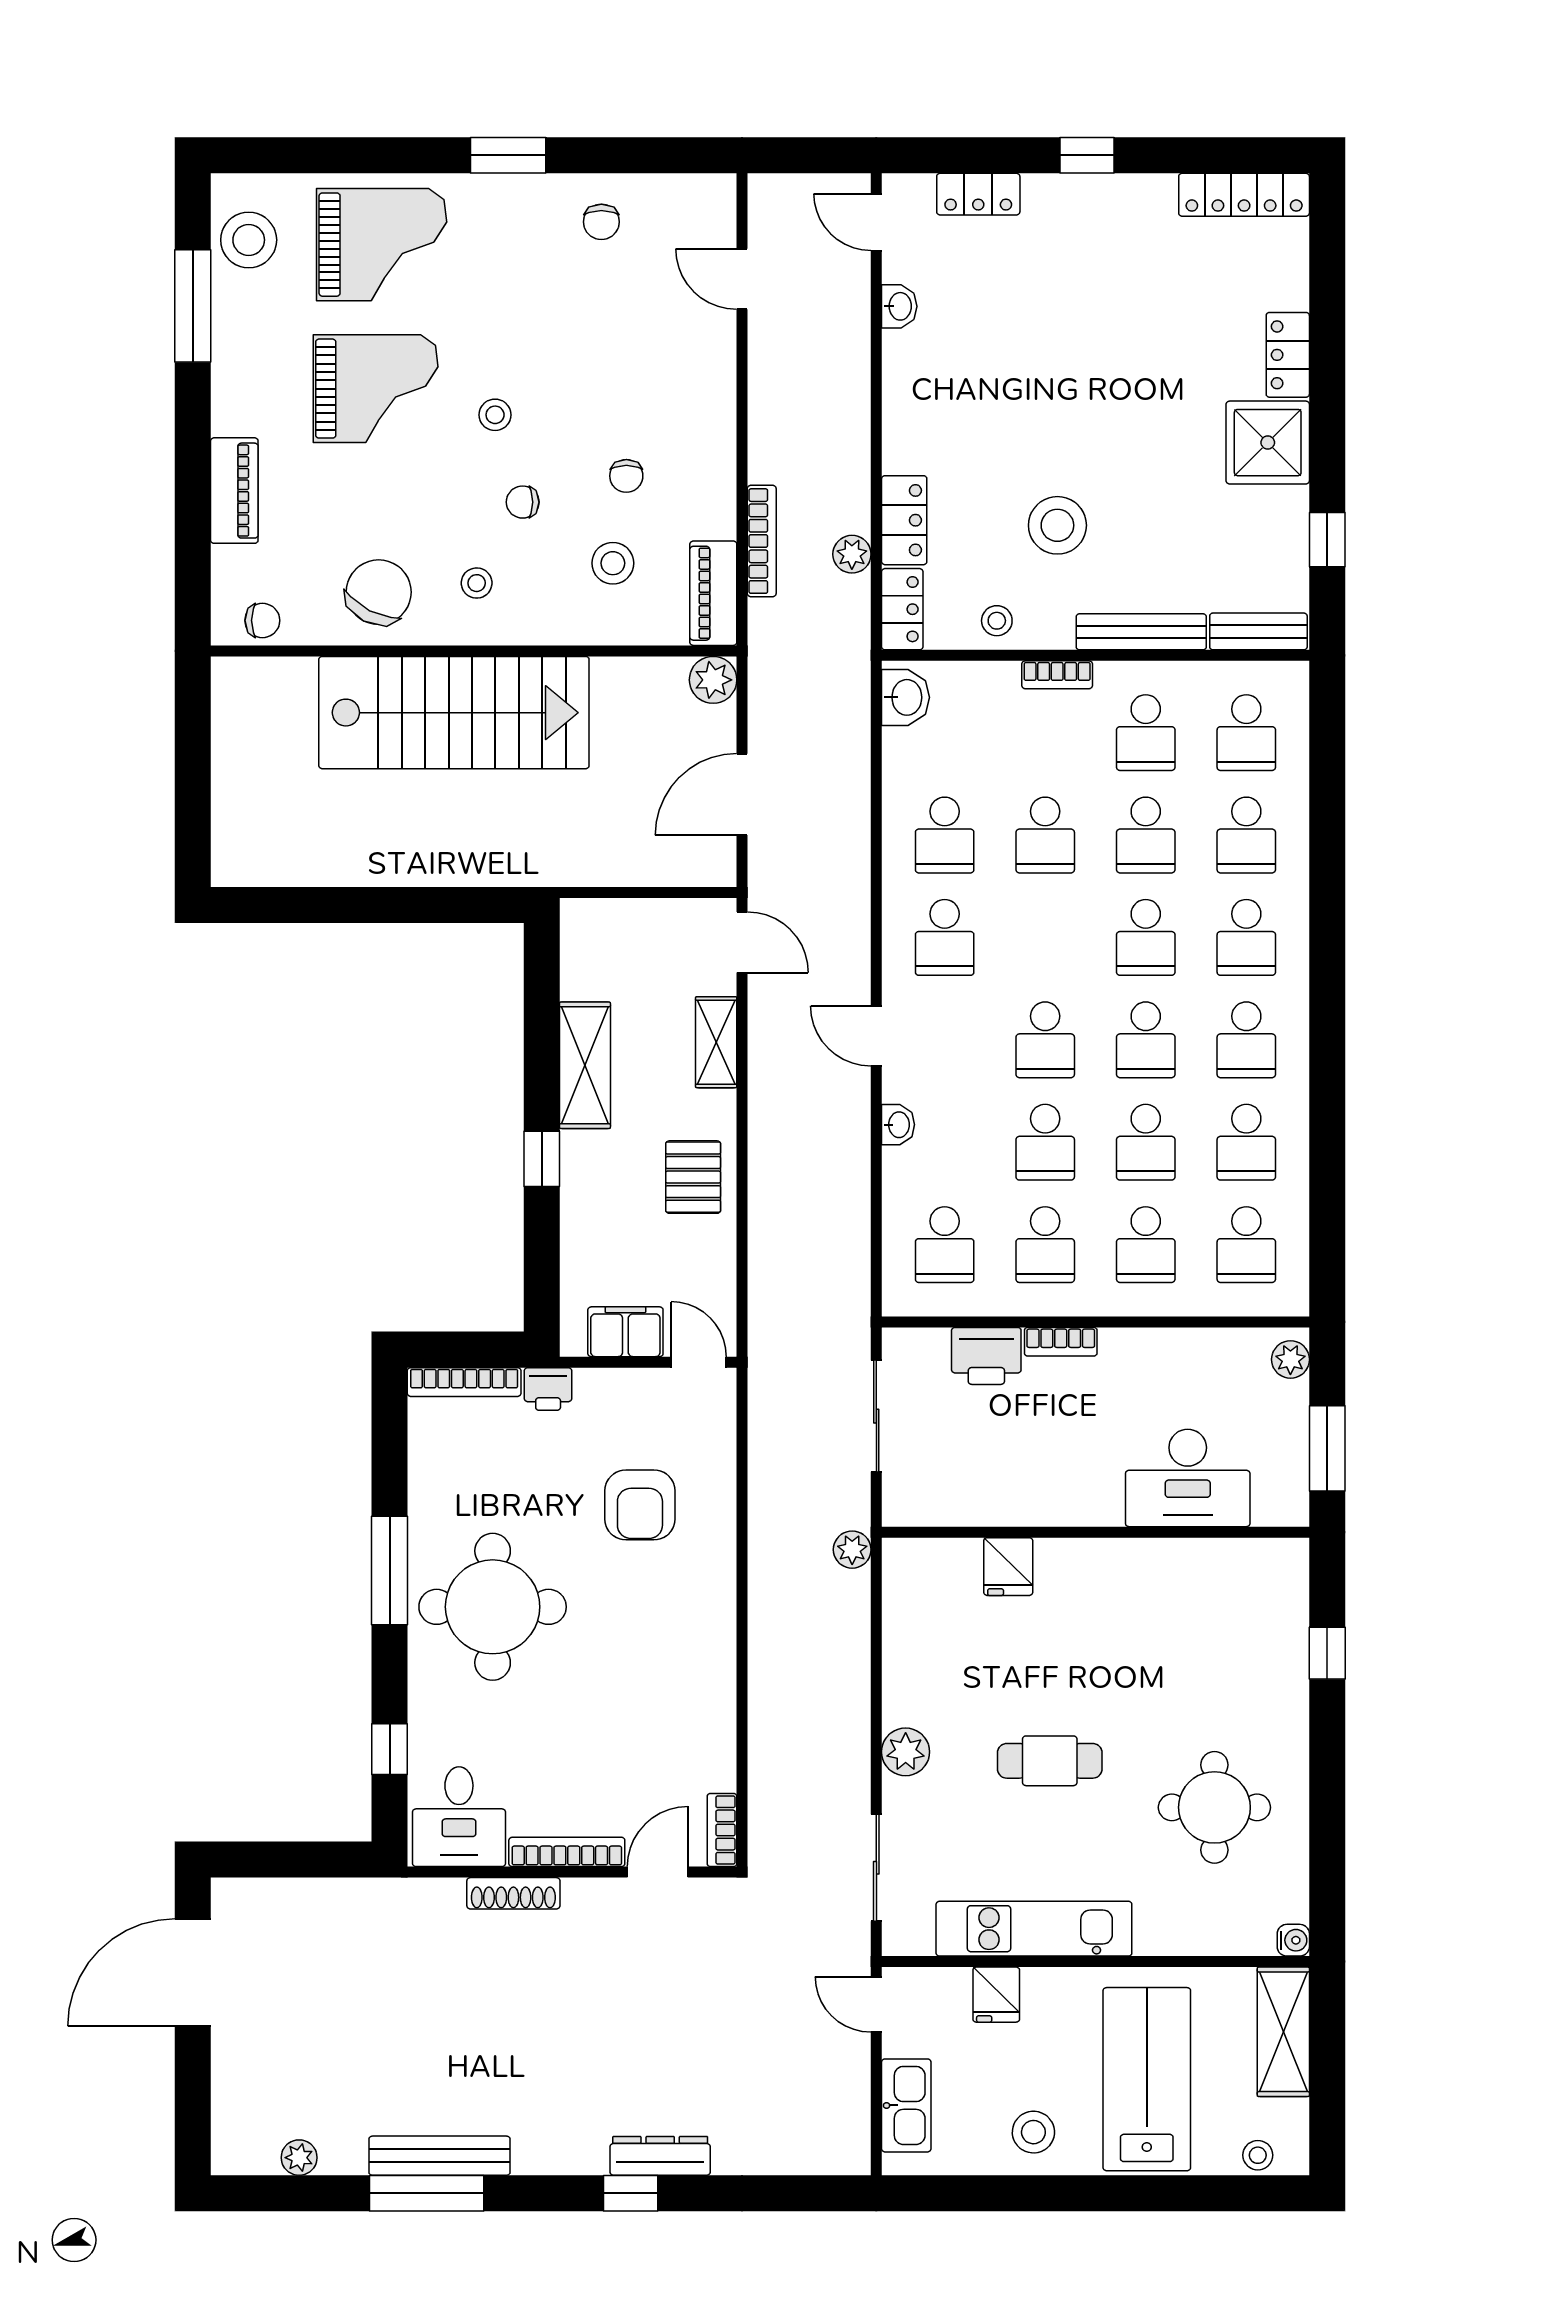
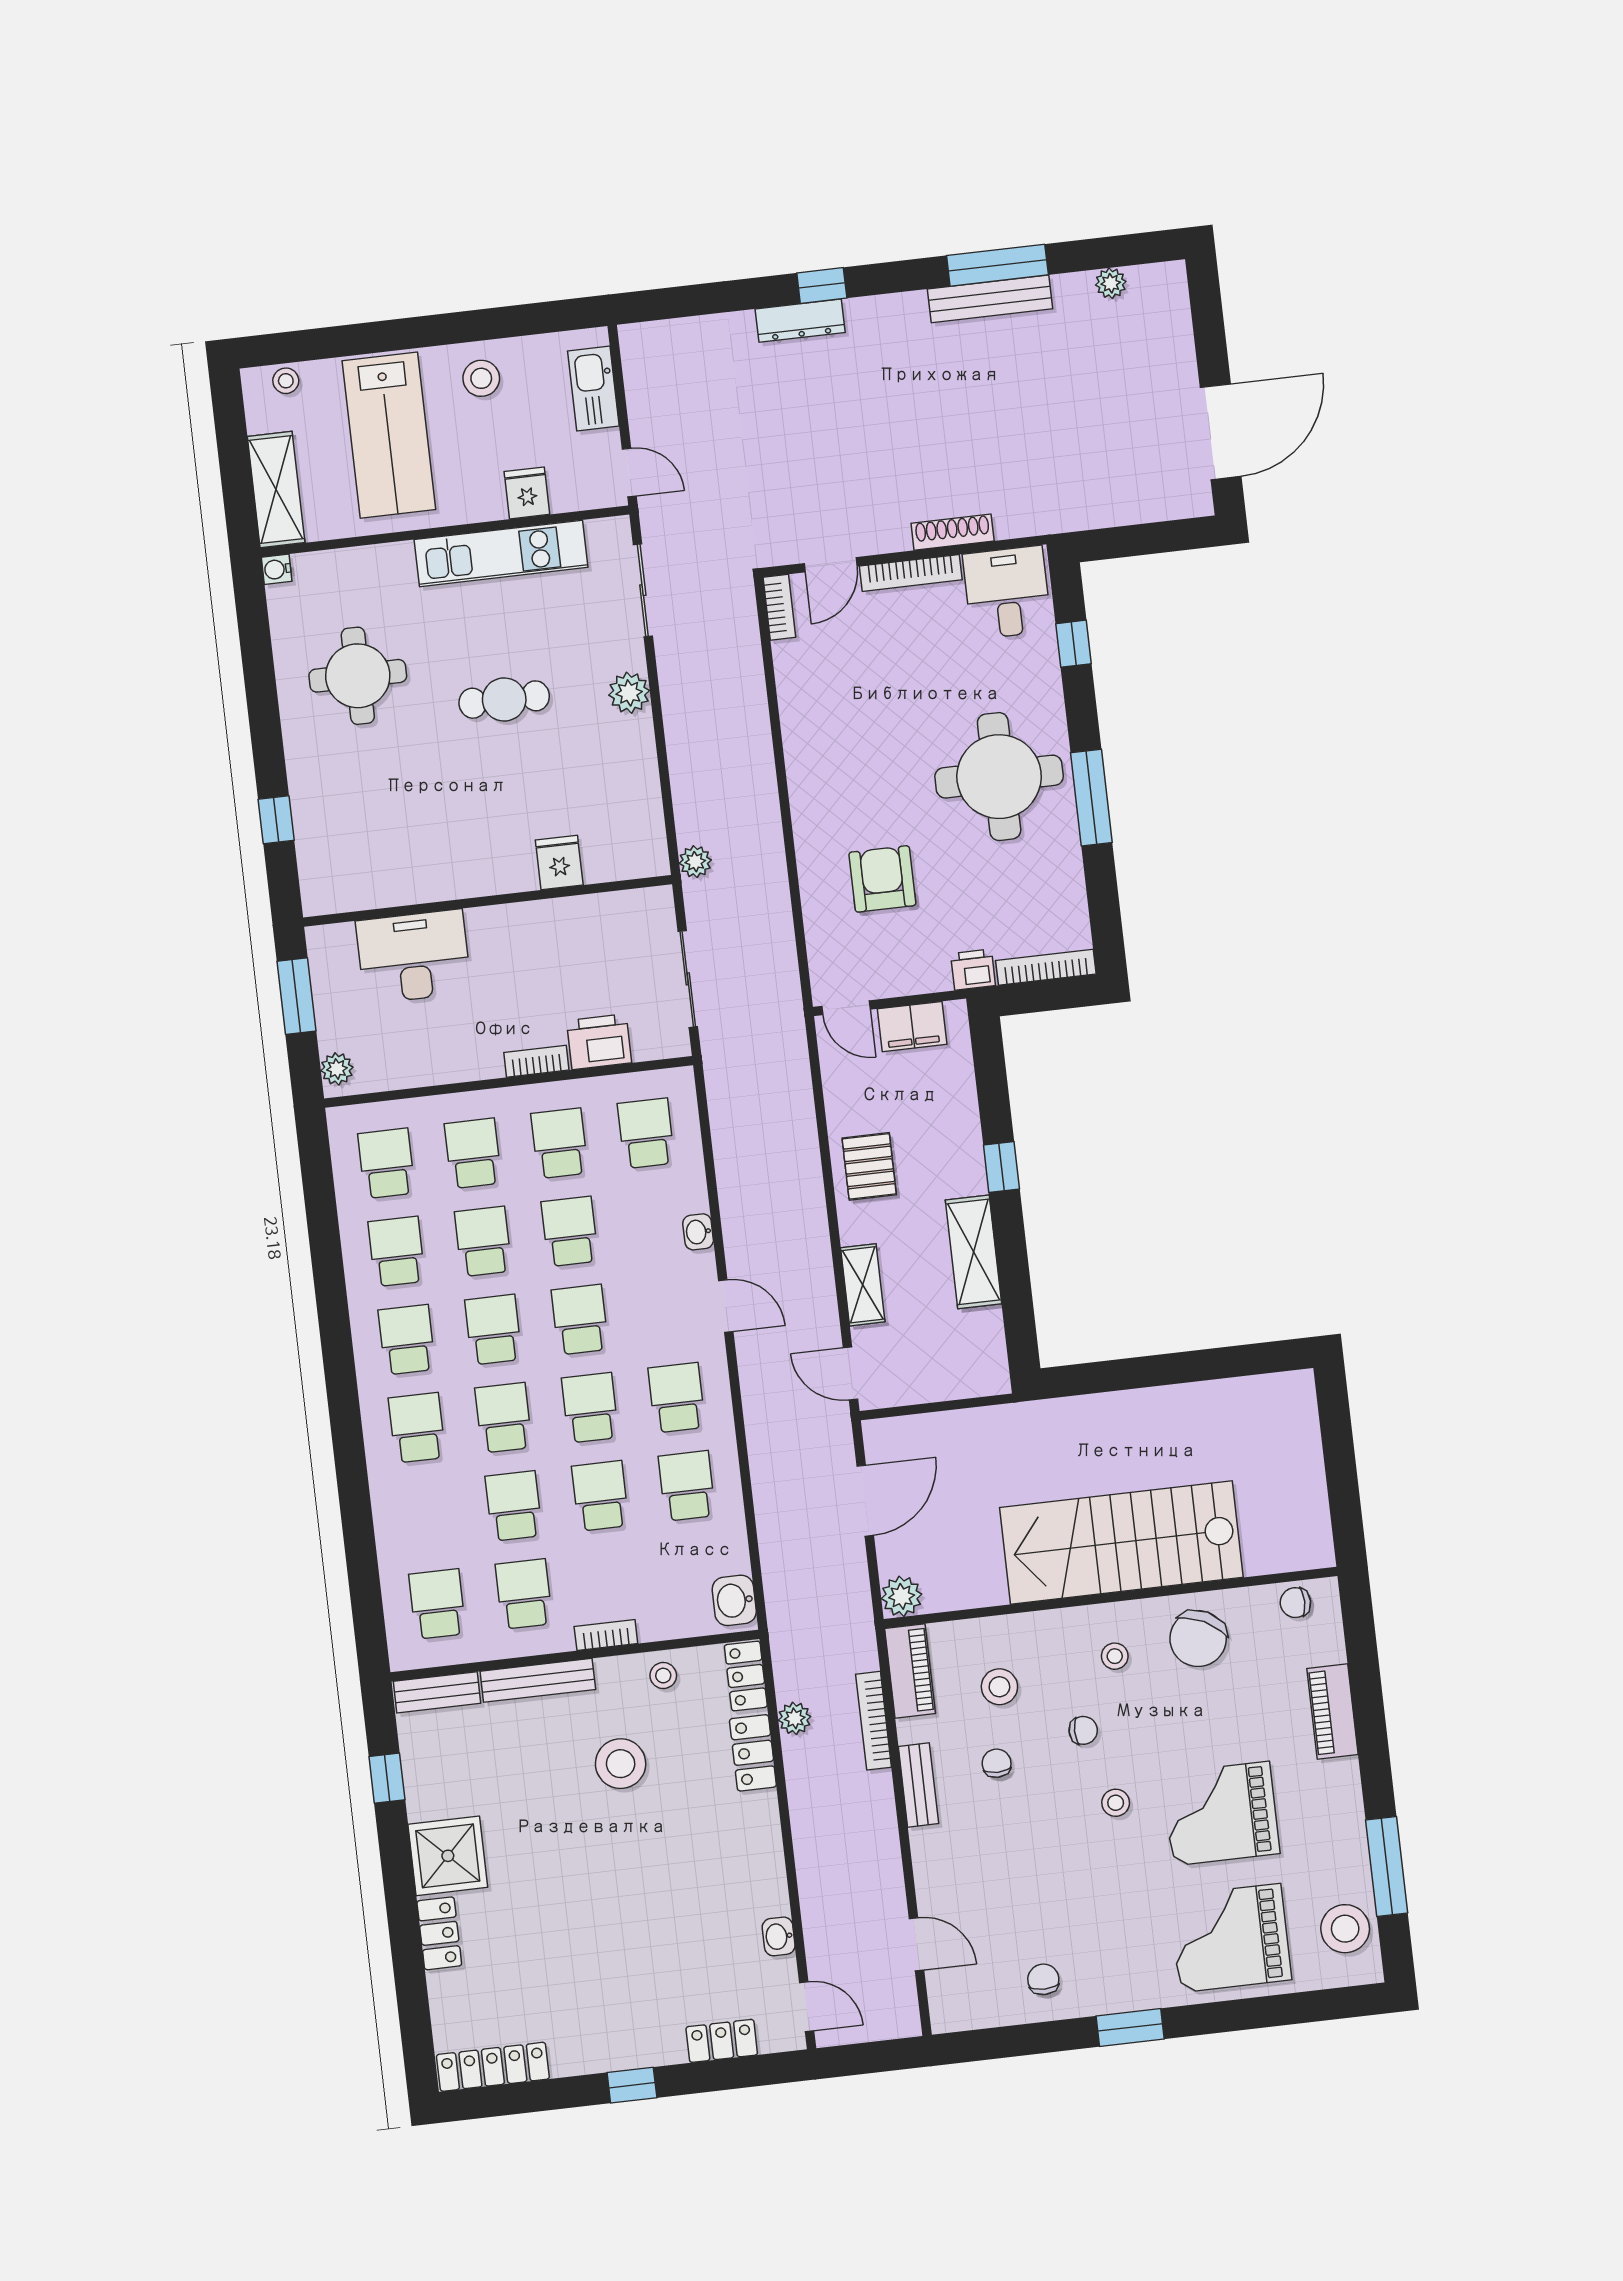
bench: (719, 461) -> (918, 1785), added
school desk: (1246, 835) -> (590, 1408), moved

